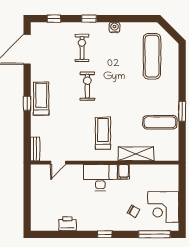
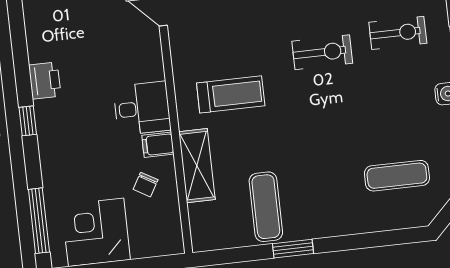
exercise mat: (152, 56) -> (397, 176), width x0.73, depth x0.69
desk: (100, 178) -> (142, 108), width x0.73
chair: (134, 211) -> (146, 185), moved
printer: (67, 224) -> (45, 80), moved

